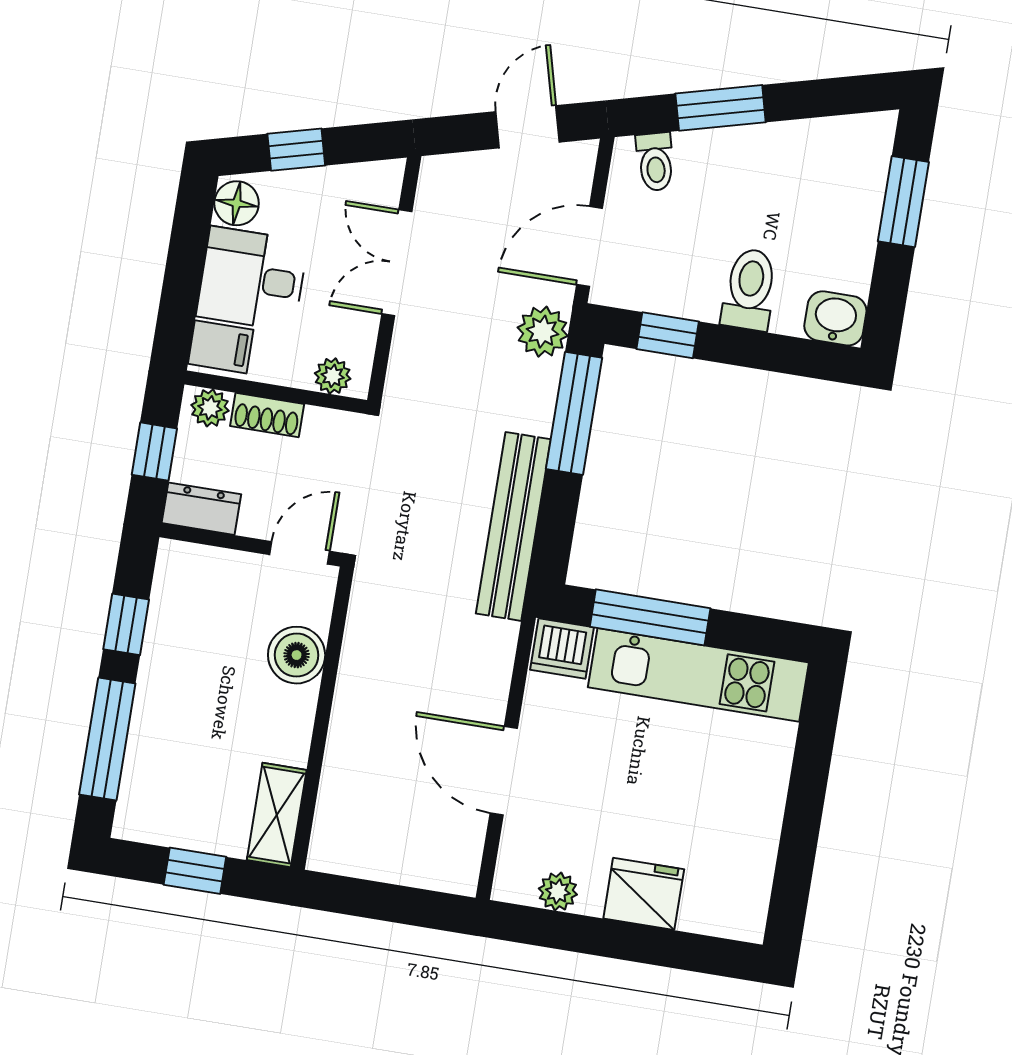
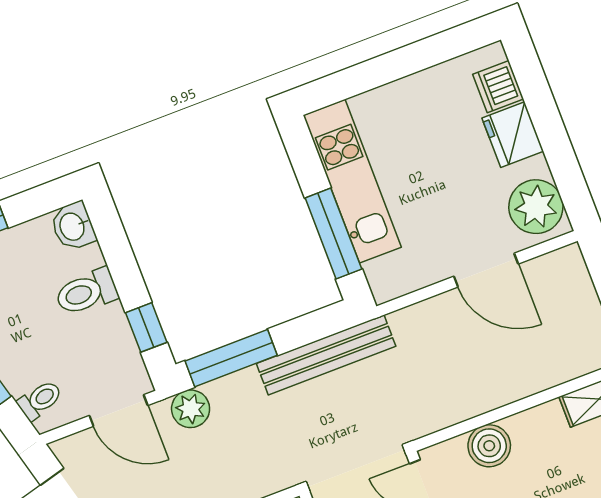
dishwasher: (562, 649) -> (498, 87), moved, turned 180
door: (504, 771) -> (486, 270), hinge flipped
plant: (558, 891) -> (536, 207), width x1.88, depth x1.88

